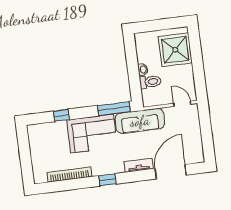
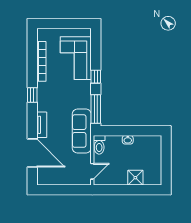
shower: (175, 50) -> (135, 178), width x0.54, depth x0.54
toilet: (150, 82) -> (99, 145), moved
window: (61, 115) -> (96, 77), moved
corner sofa: (92, 134) -> (76, 58), moved

